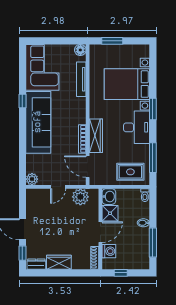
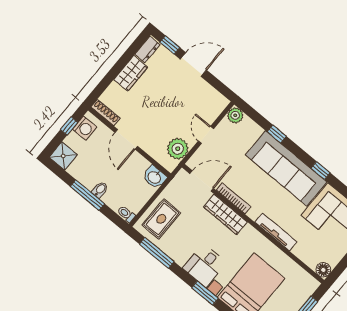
tv unit: (81, 79) -> (276, 232), moved
desk: (137, 127) -> (205, 265), width x0.73
window: (22, 145) -> (277, 134), added
shower: (110, 213) -> (63, 156), moved
window: (153, 243) -> (87, 195), moved
washing machine: (109, 251) -> (85, 128), moved, turned -90

